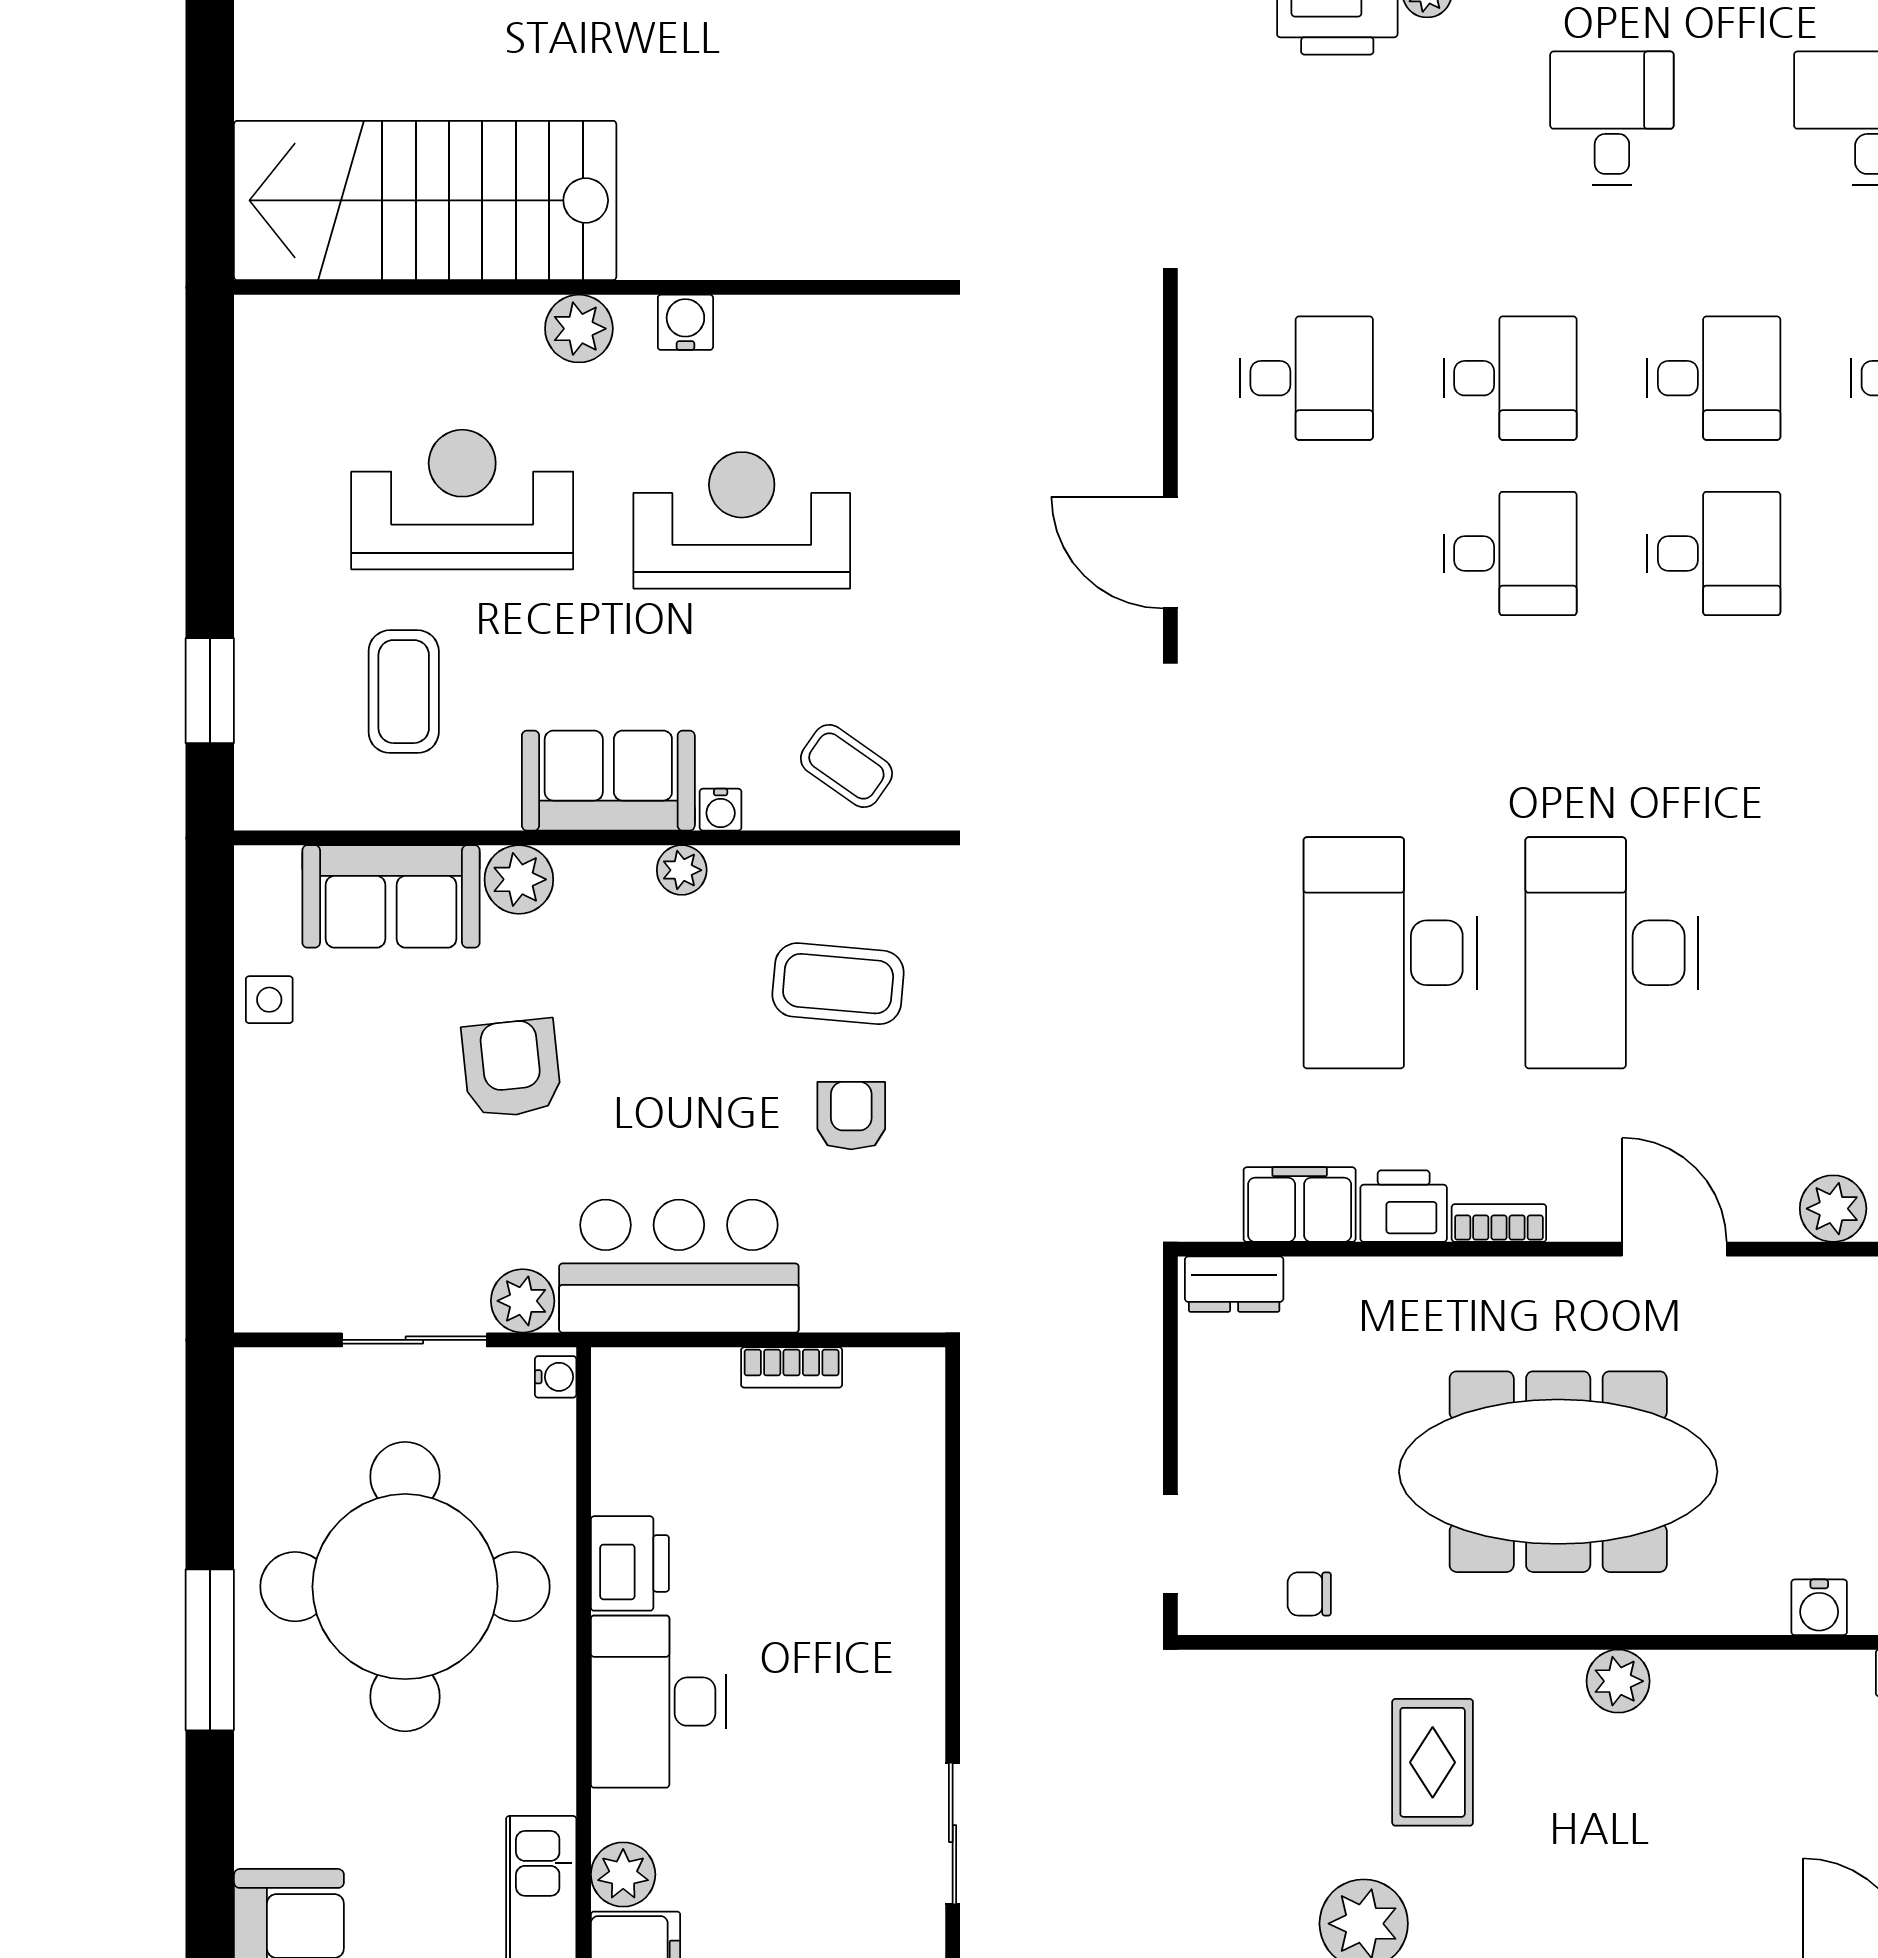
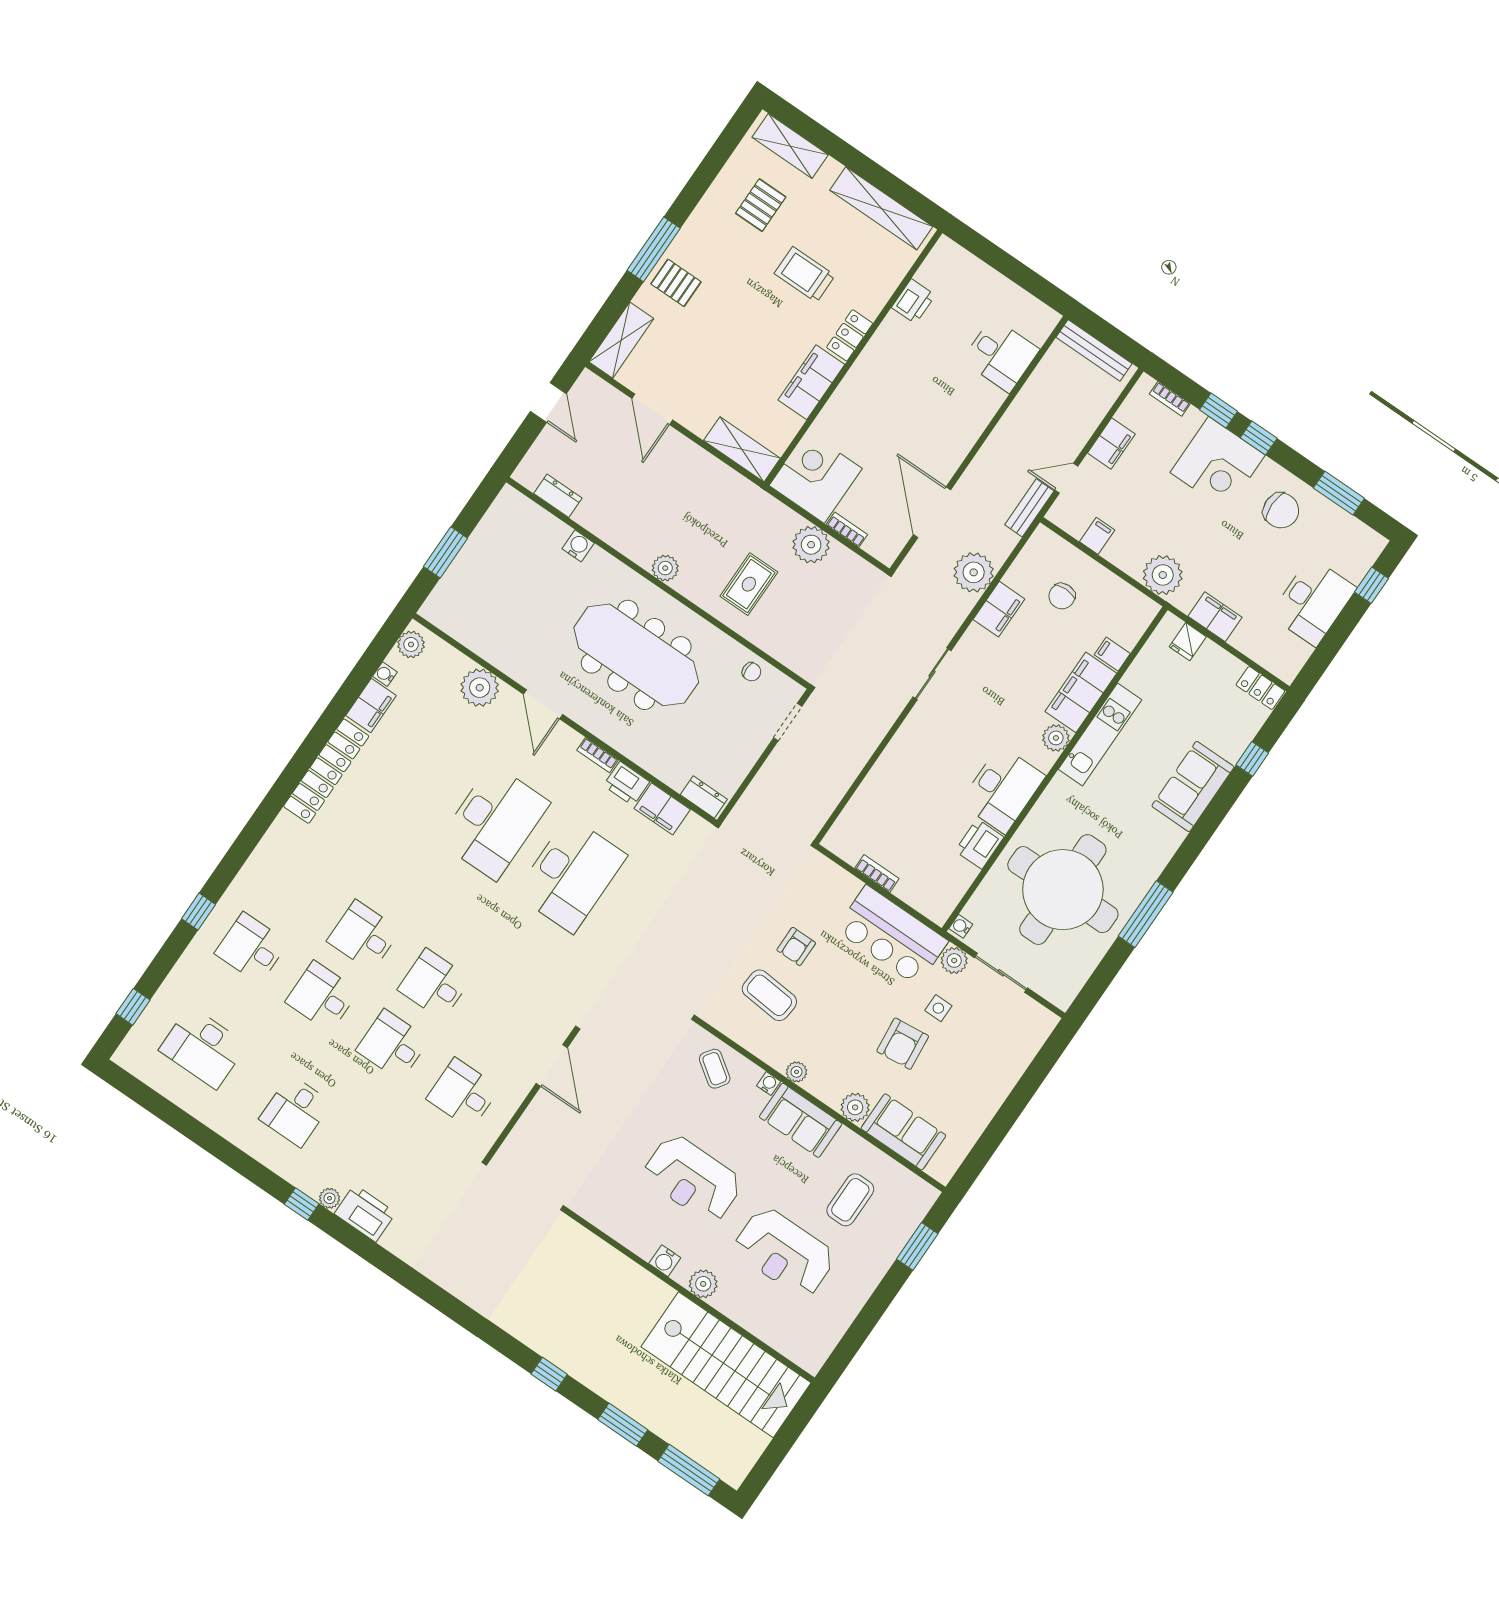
side table: (269, 1000) -> (938, 1008), moved
plant: (1833, 1209) -> (480, 688), width x1.36, depth x1.36

